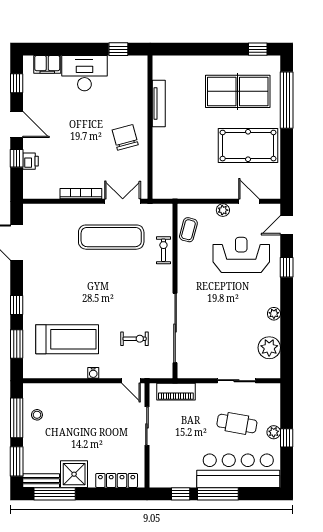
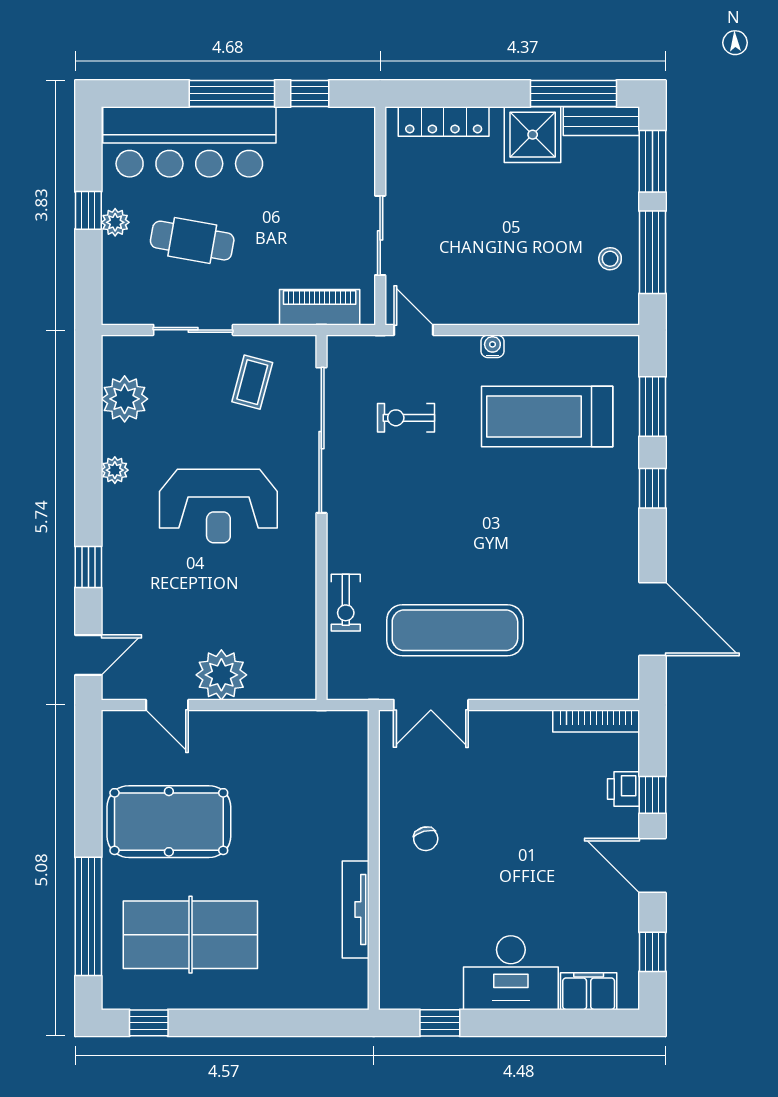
chair: (125, 137) -> (426, 839), width x0.54, depth x0.54
bookcase: (81, 194) -> (596, 721), moved
plant: (223, 210) -> (221, 675), width x1.88, depth x1.88
coffee table: (188, 230) -> (252, 382), moved
reception desk: (241, 255) -> (218, 506), moved

